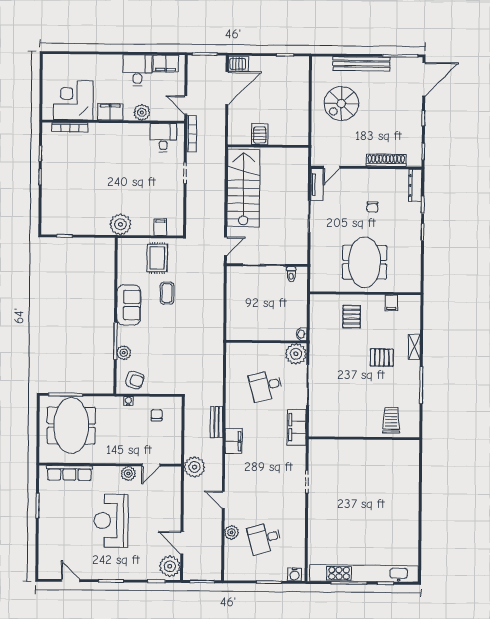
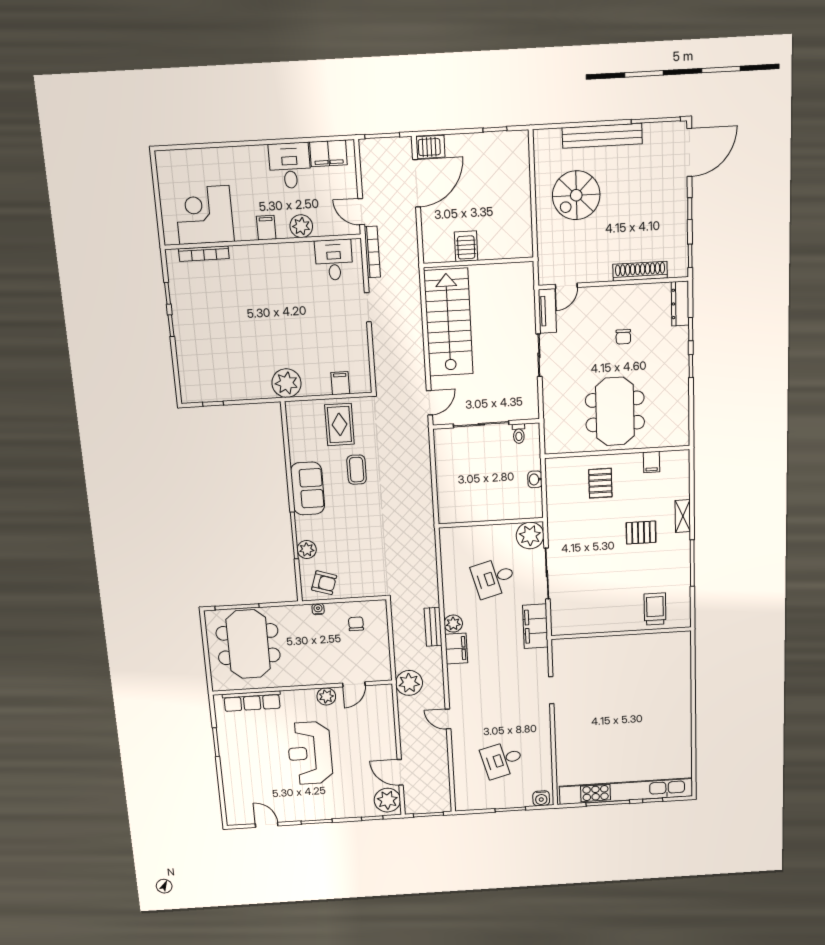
filing cabinet: (110, 112) -> (266, 228), width x0.50
washbasin: (302, 334) -> (535, 479), moved
plant: (231, 532) -> (453, 624), moved

